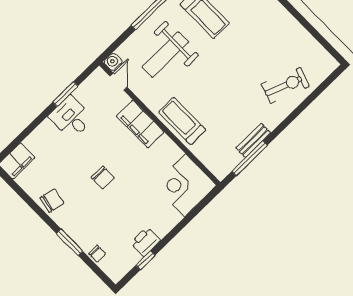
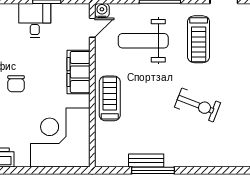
exercise bike: (285, 85) -> (198, 105), moved
window: (250, 158) -> (153, 170), moved
corner desk: (185, 185) -> (60, 137), width x1.36, depth x1.36

